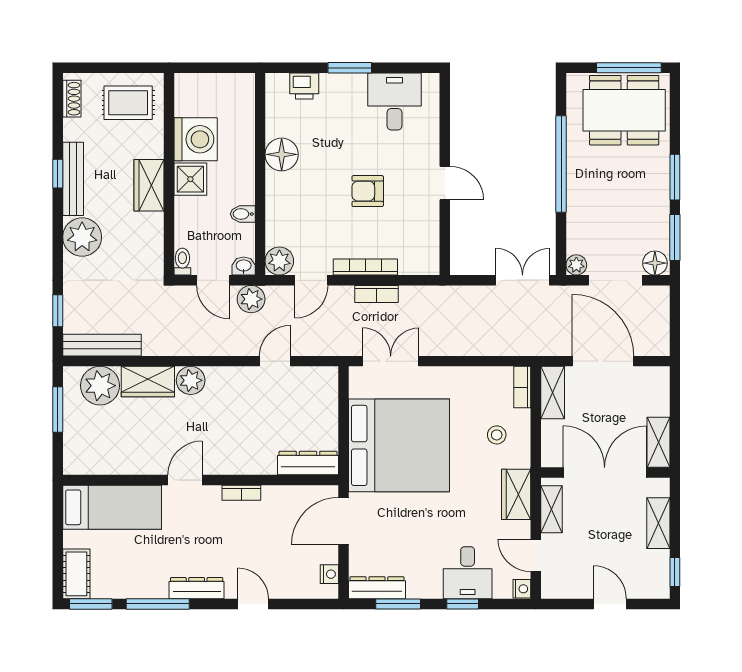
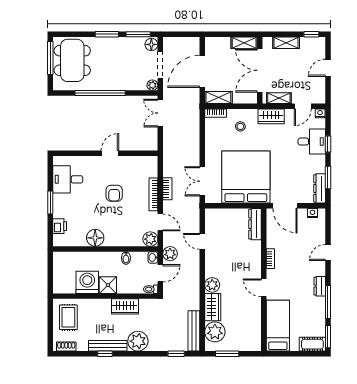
wardrobe: (149, 185) -> (125, 306), moved
dresser: (197, 588) -> (320, 286), width x0.70

